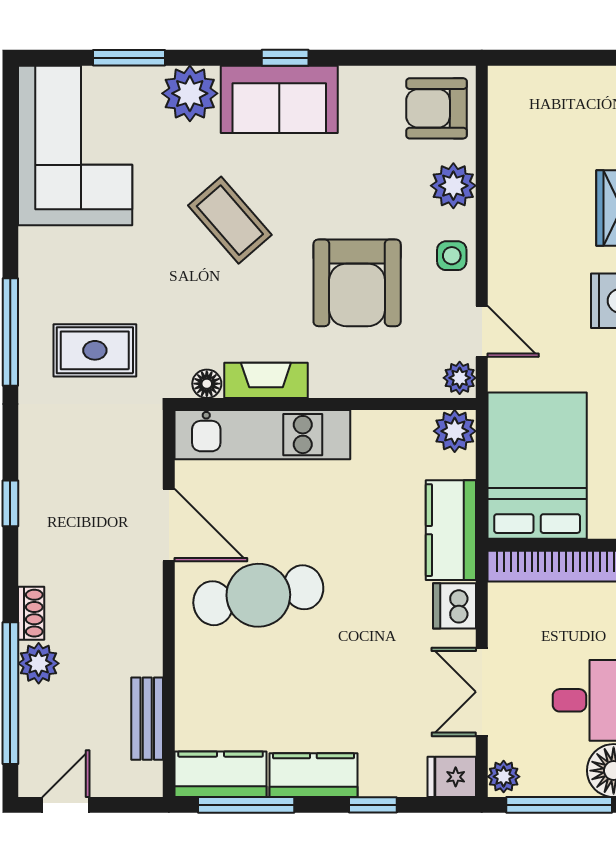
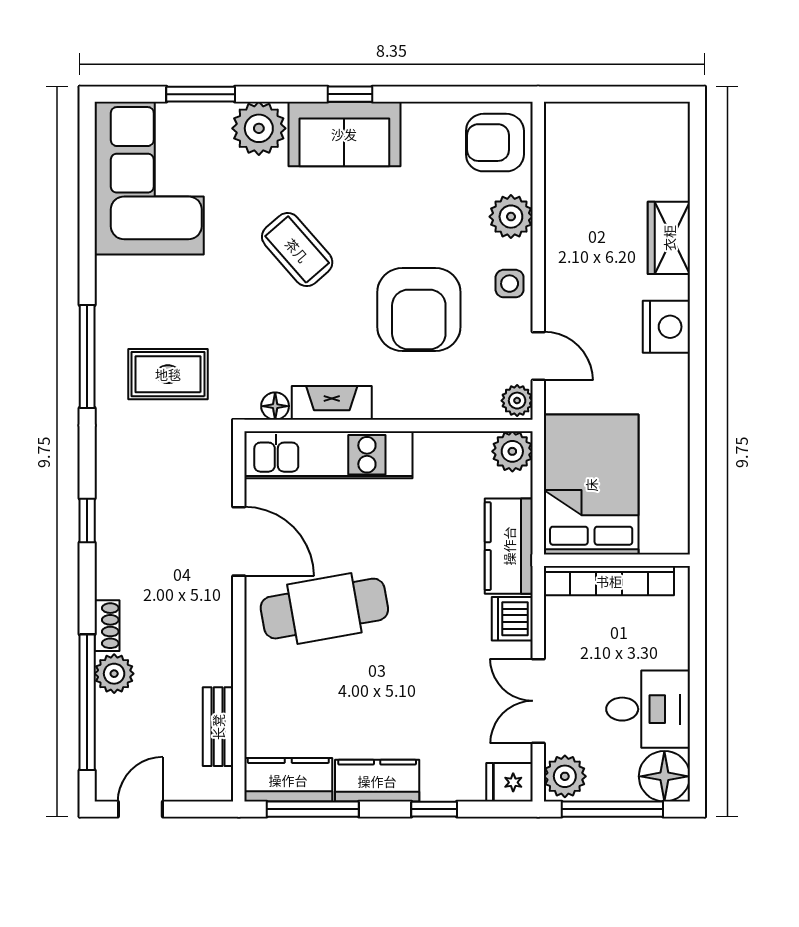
plant: (504, 777) -> (565, 776), width x1.38, depth x1.38

